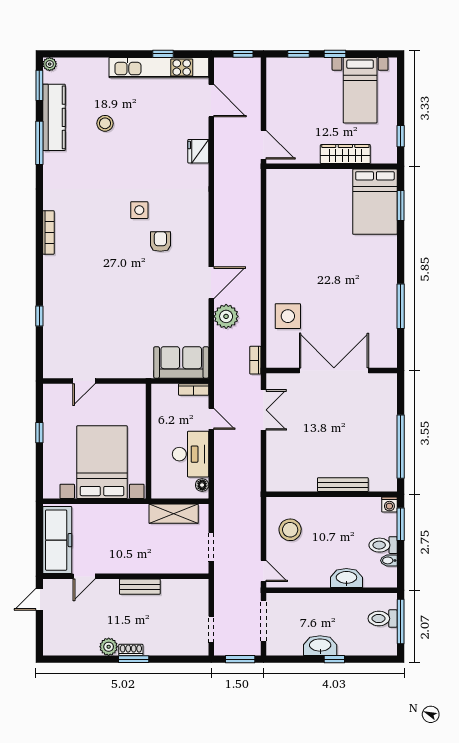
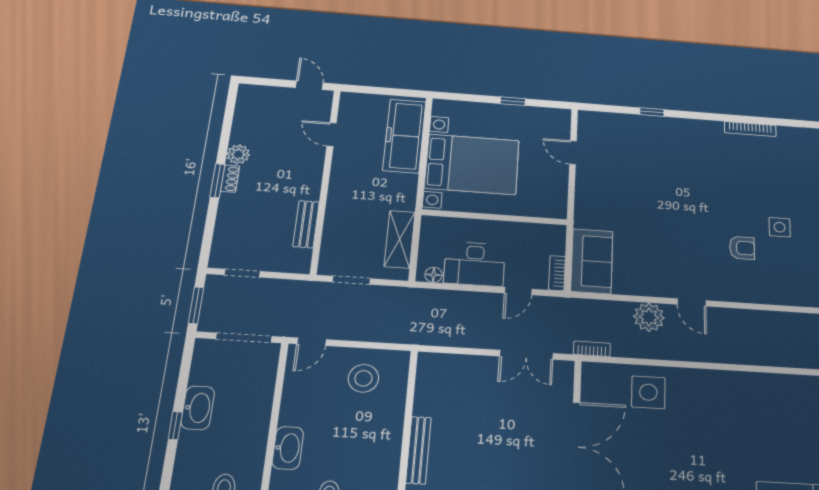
door: (211, 283) -> (692, 302), width x0.73
freezer: (57, 540) -> (404, 136), moved, turned 90
bench: (140, 587) -> (306, 224), moved

